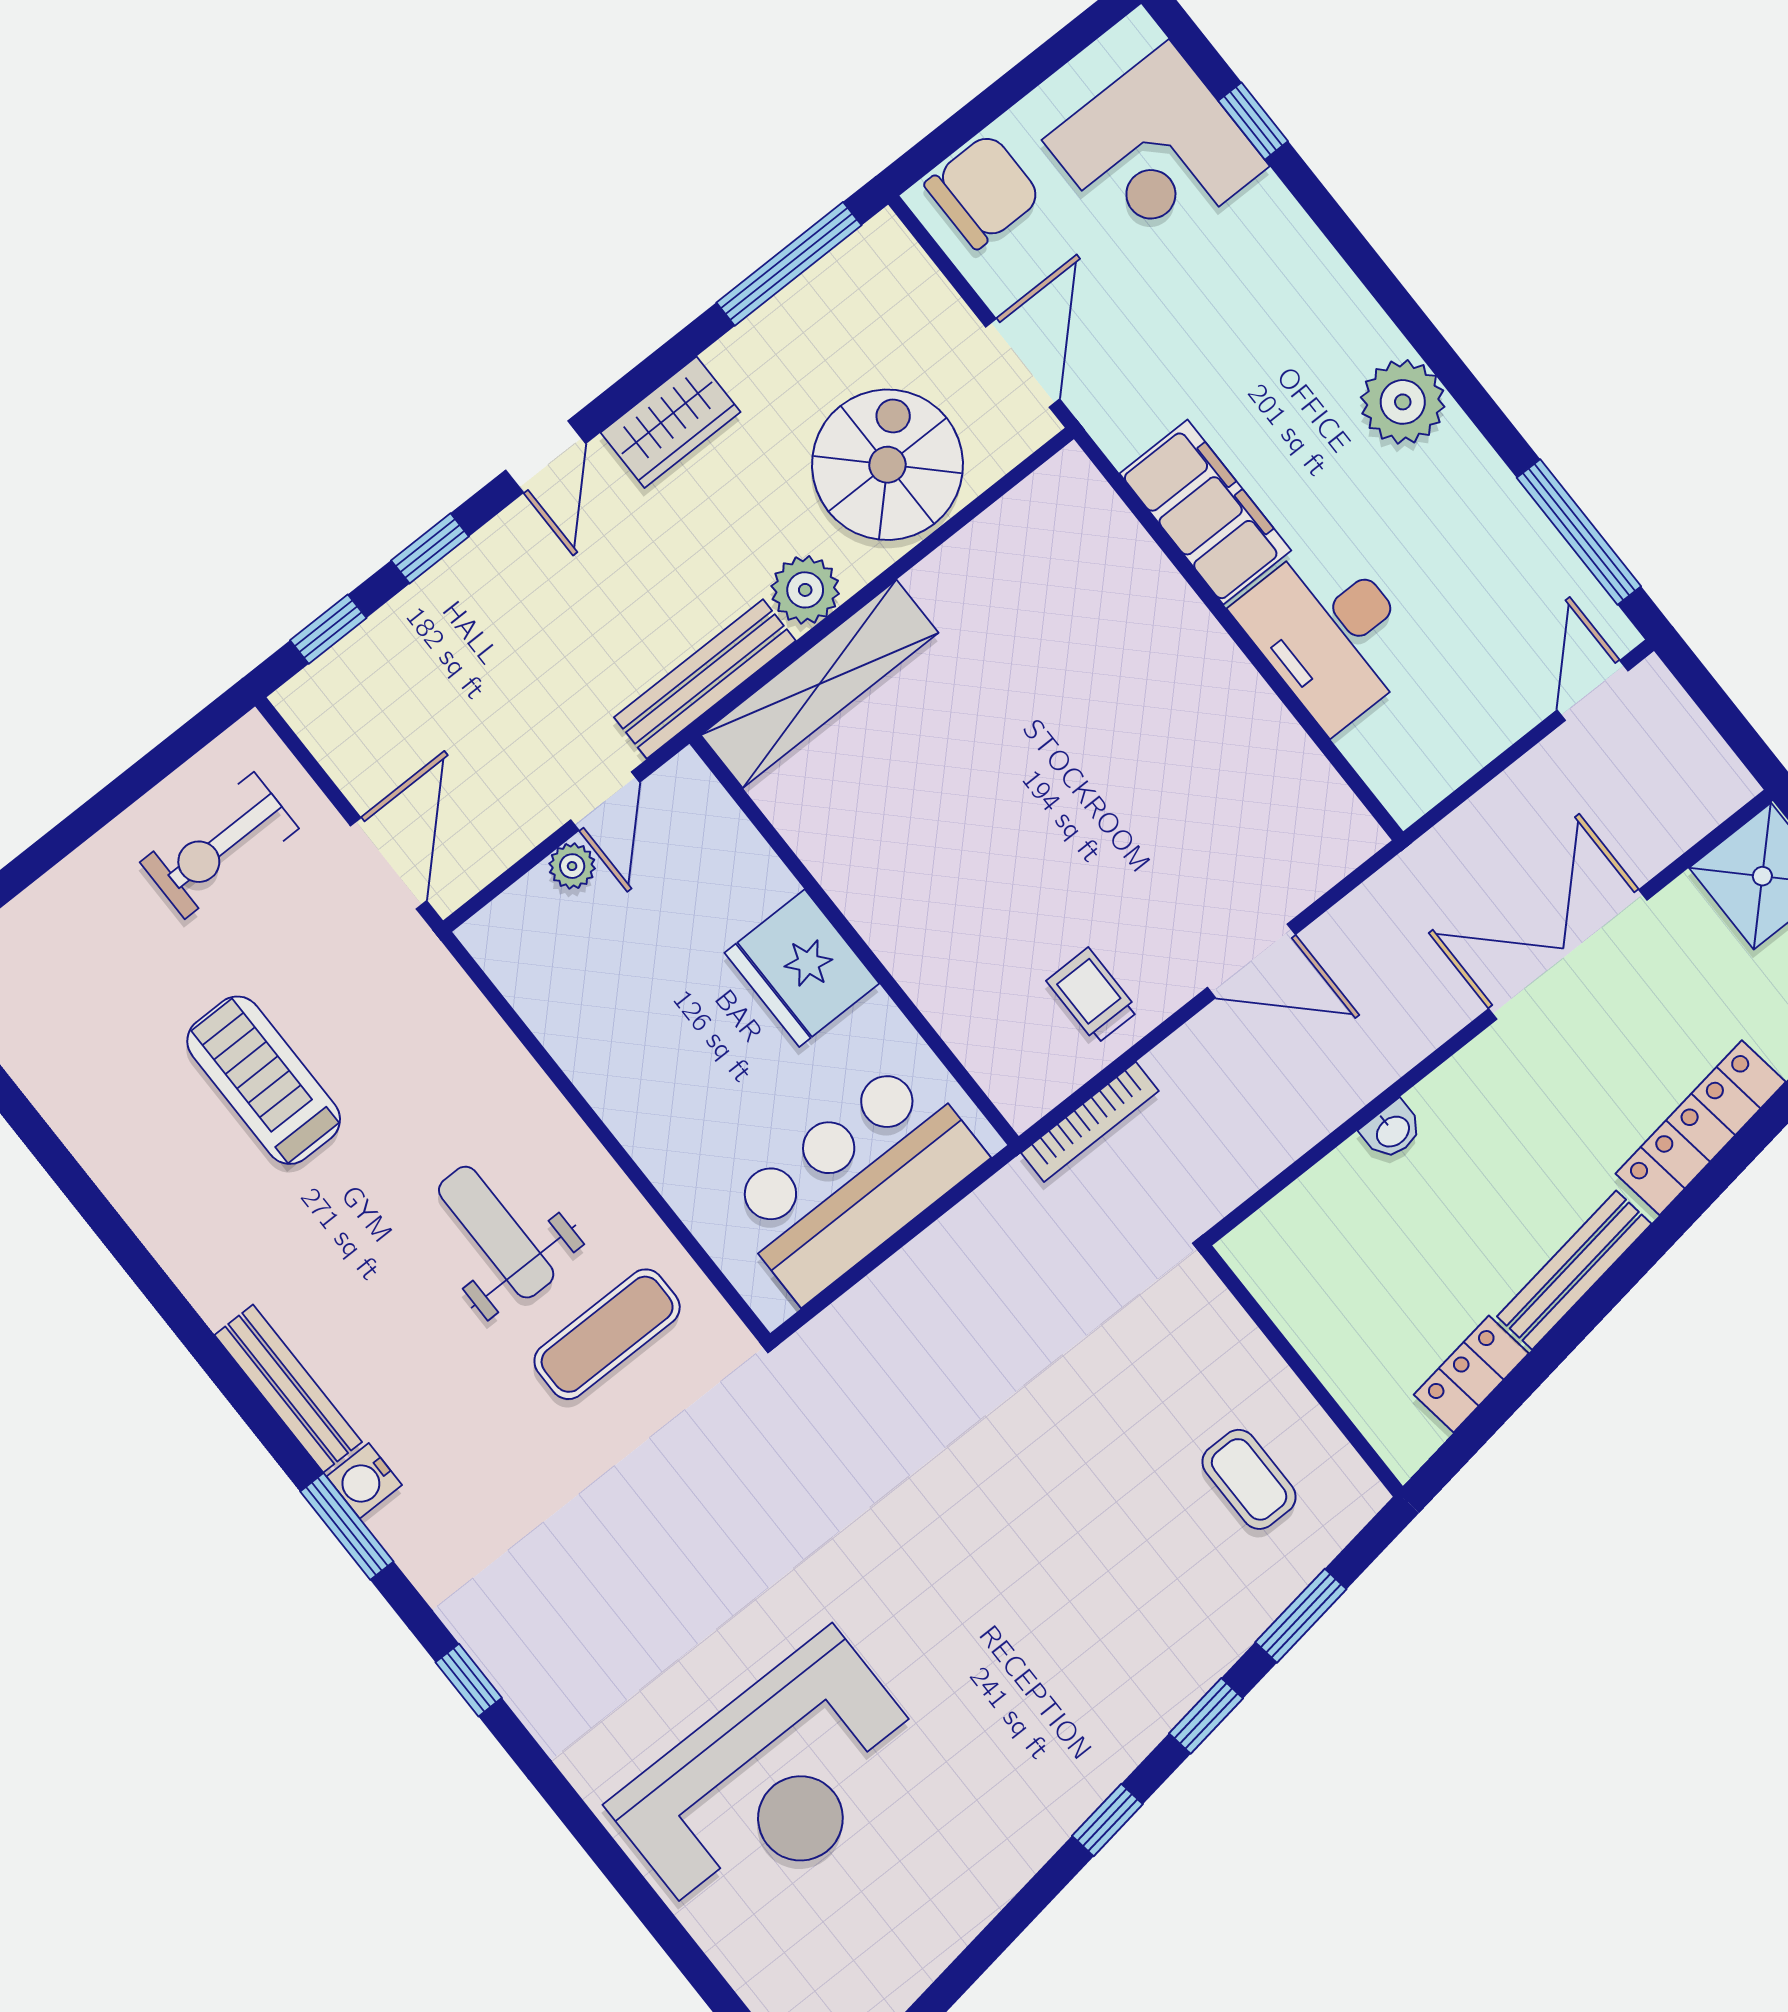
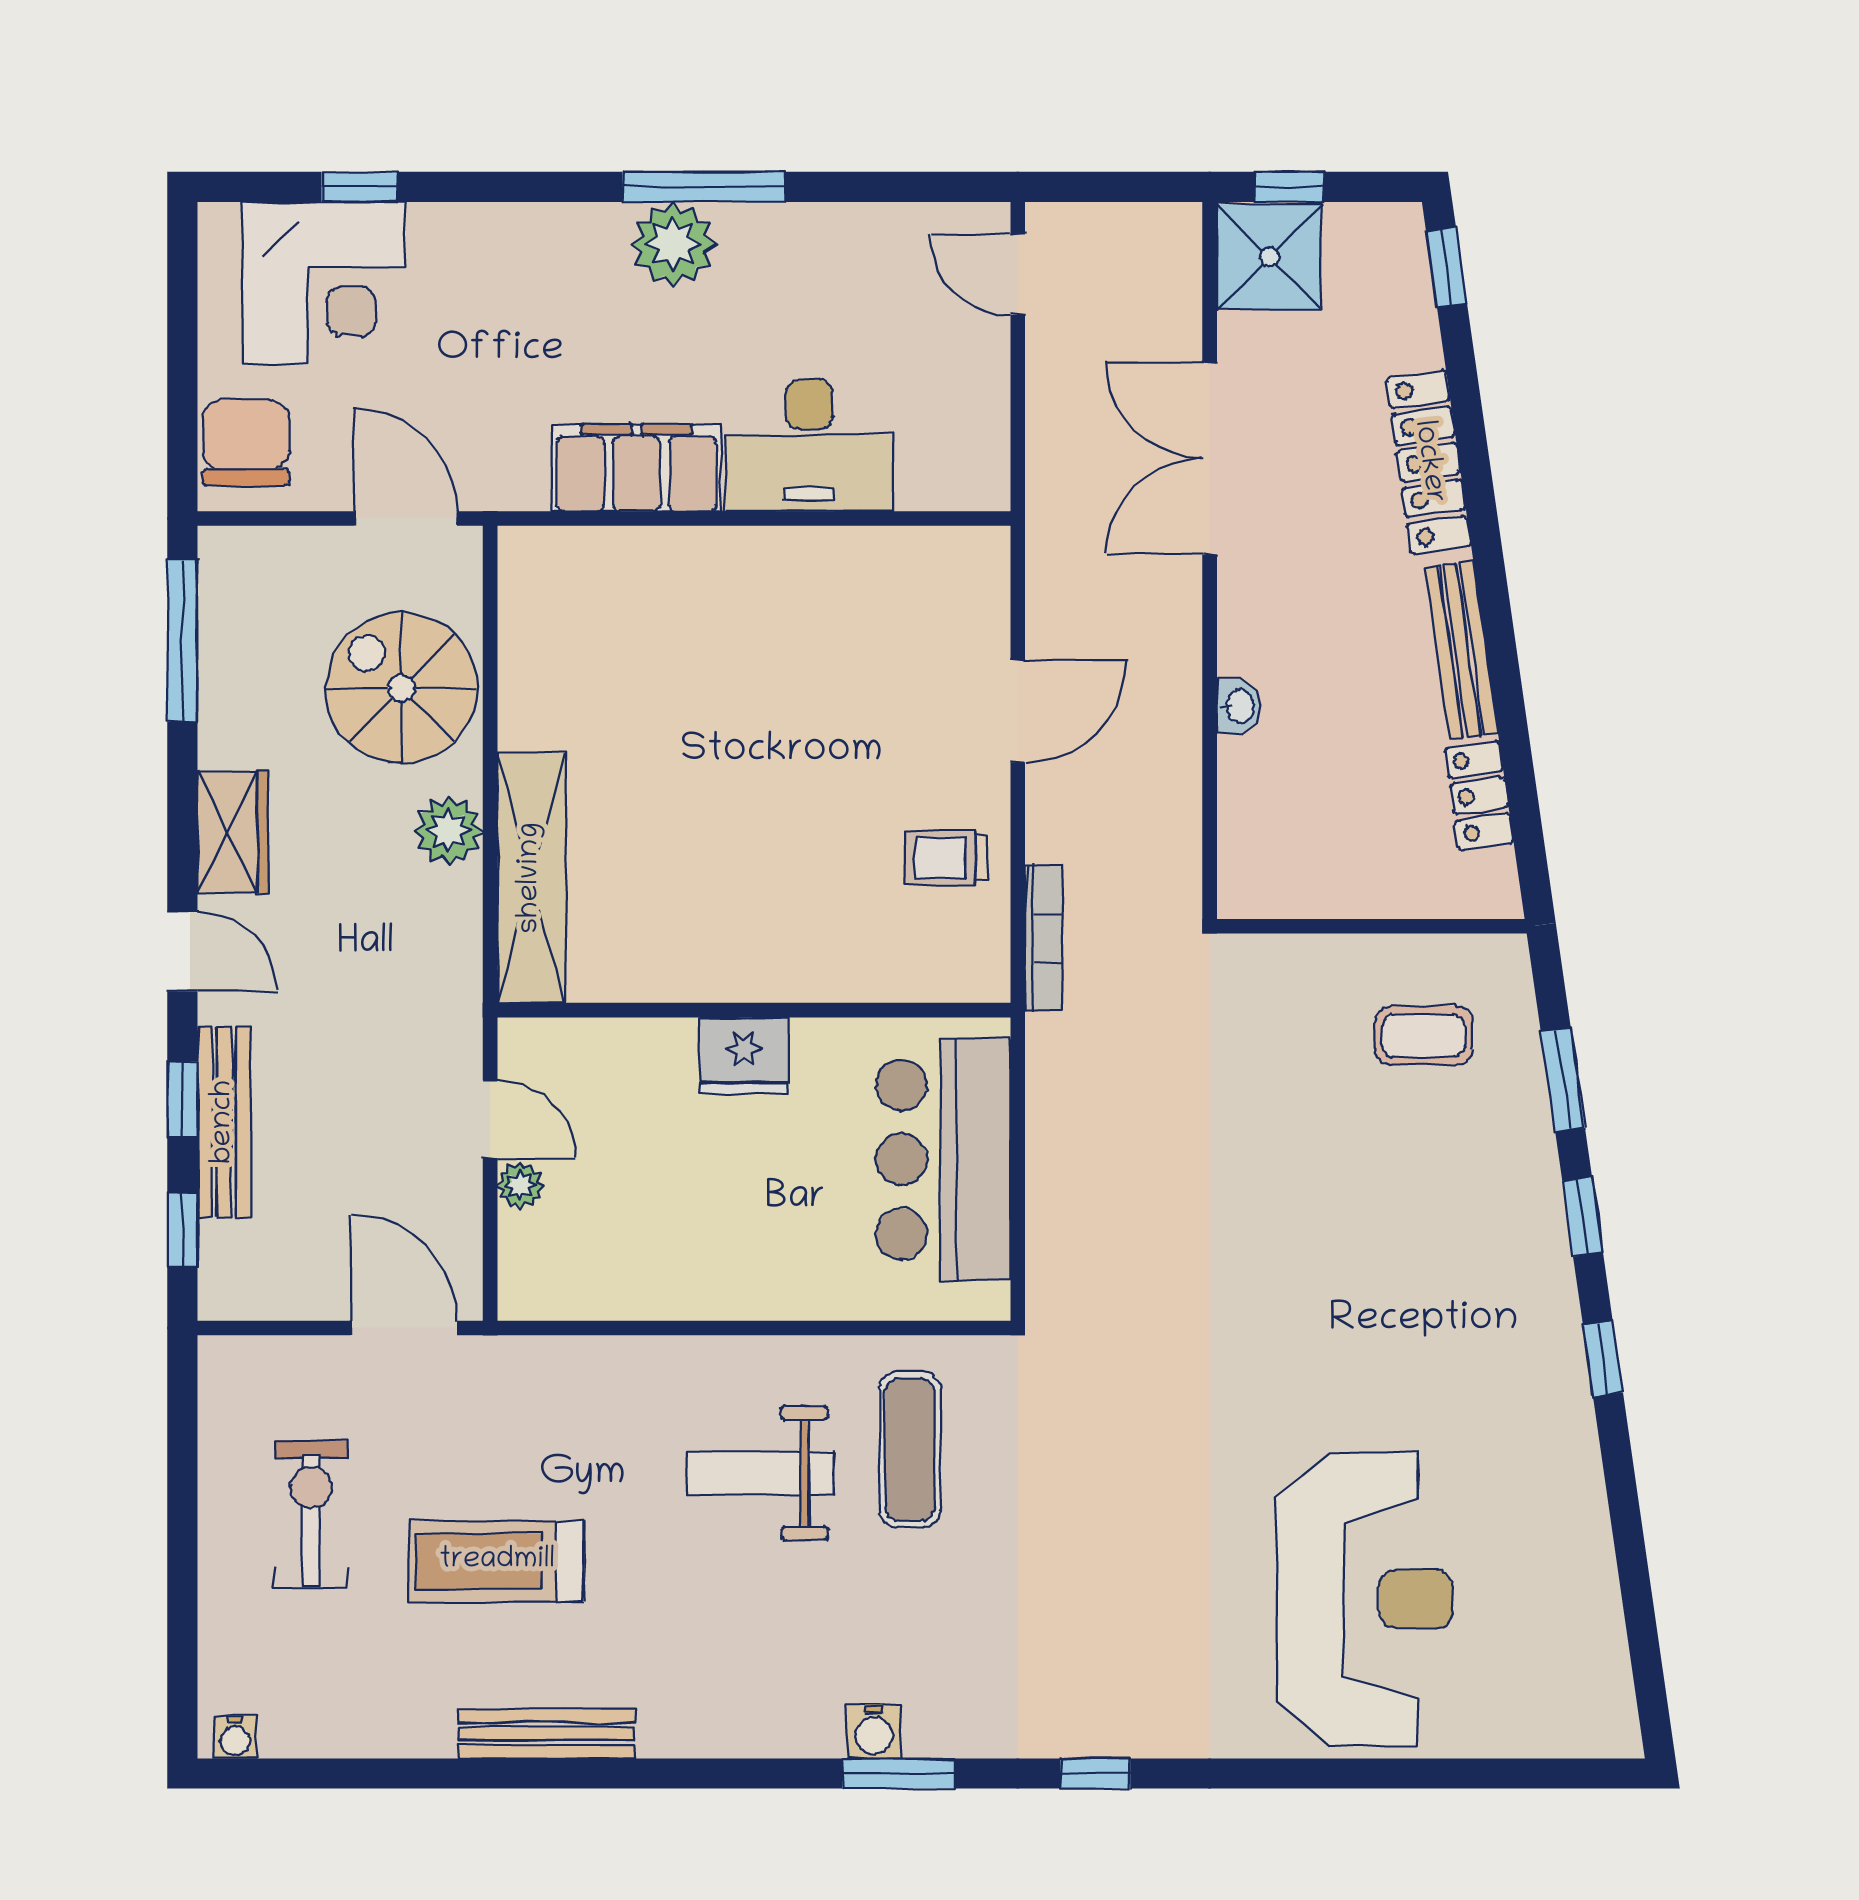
window: (1579, 532) -> (704, 187), moved
bench: (705, 679) -> (224, 1122), moved
exercise bike: (219, 845) -> (311, 1514), moved, turned 180
fridge: (802, 968) -> (744, 1056), width x0.73, depth x0.75
bench: (288, 1389) -> (547, 1734), moved

